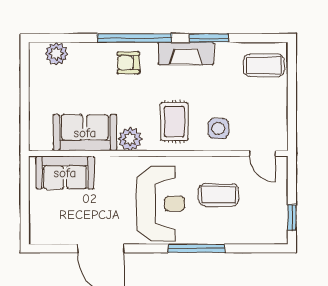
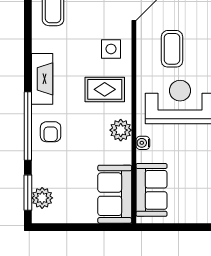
window: (209, 38) -> (28, 193), moved
sofa: (85, 133) -> (115, 194), moved
water cooler: (116, 163) -> (143, 143), added

